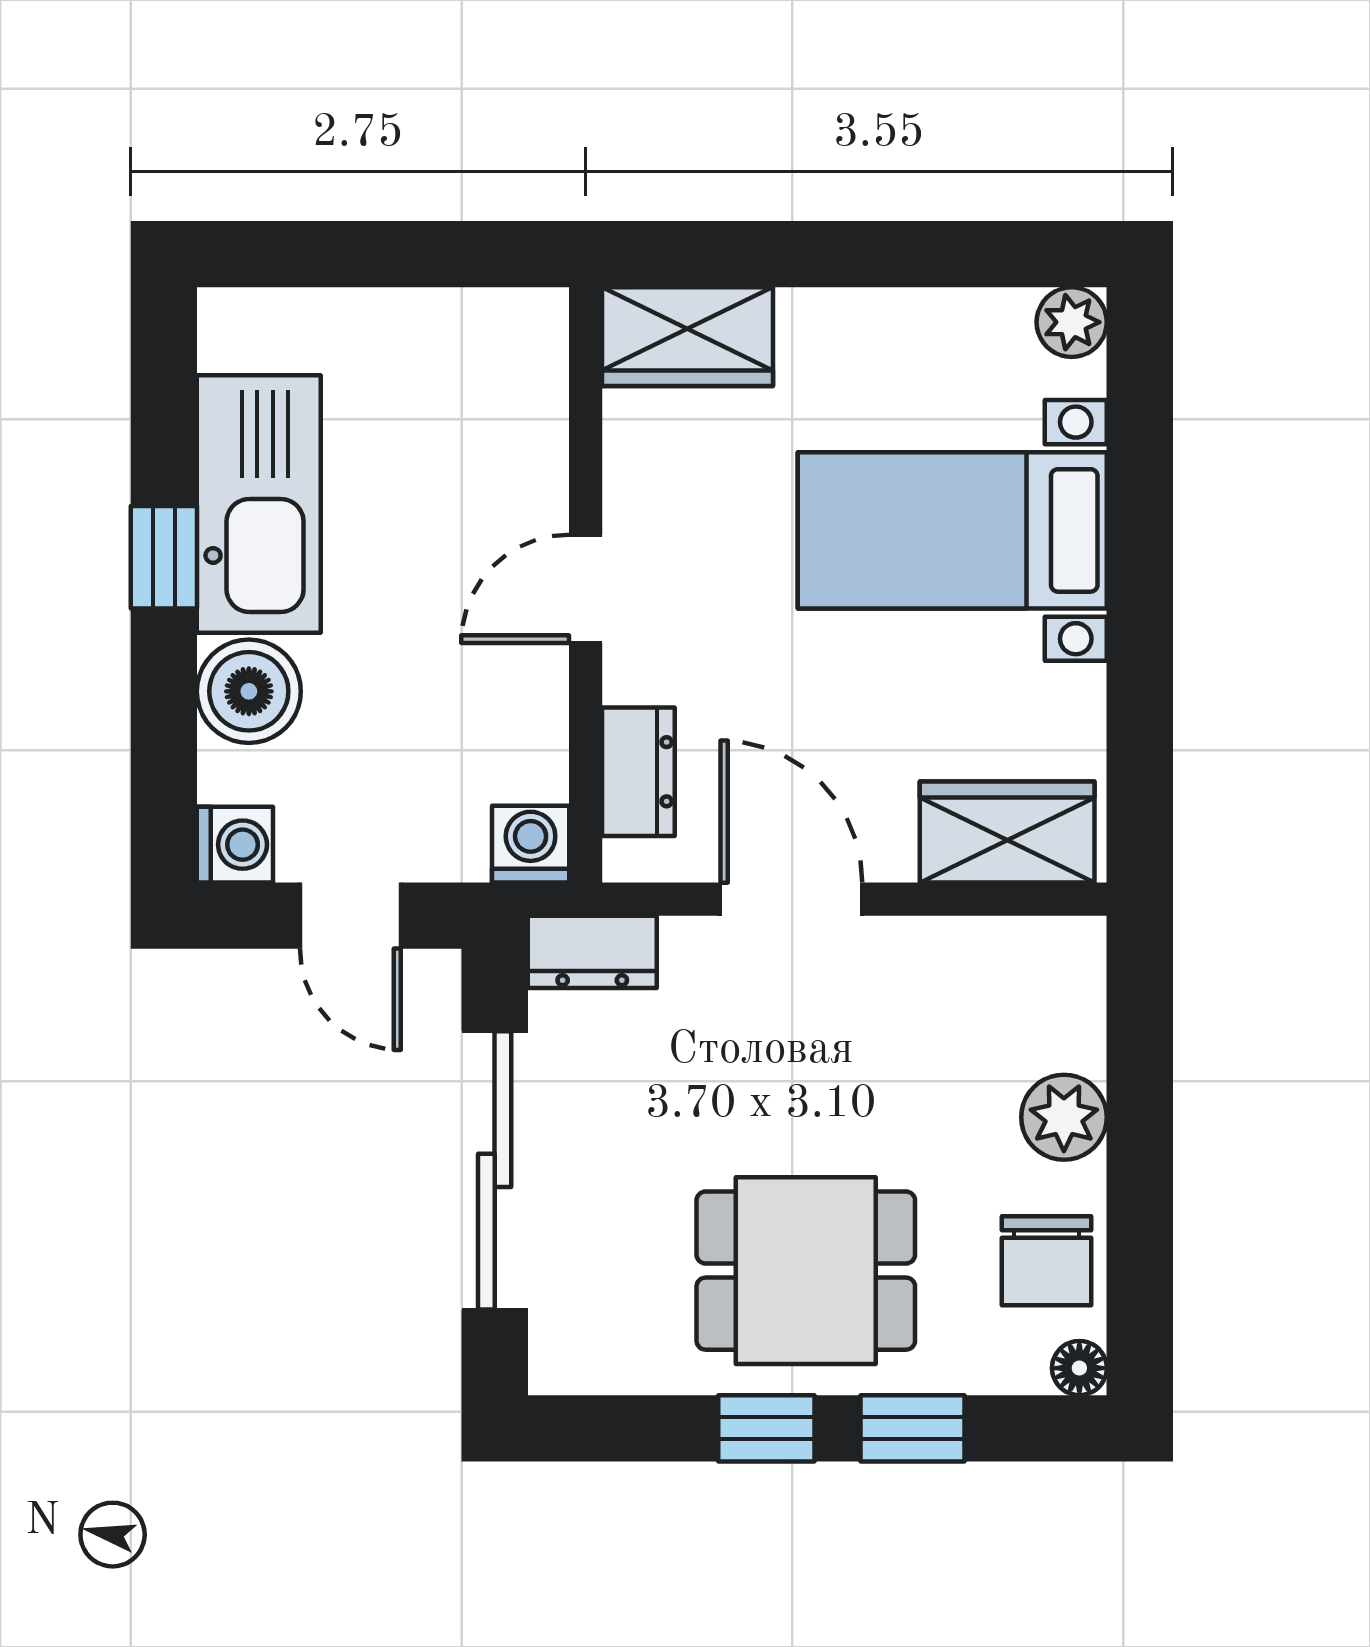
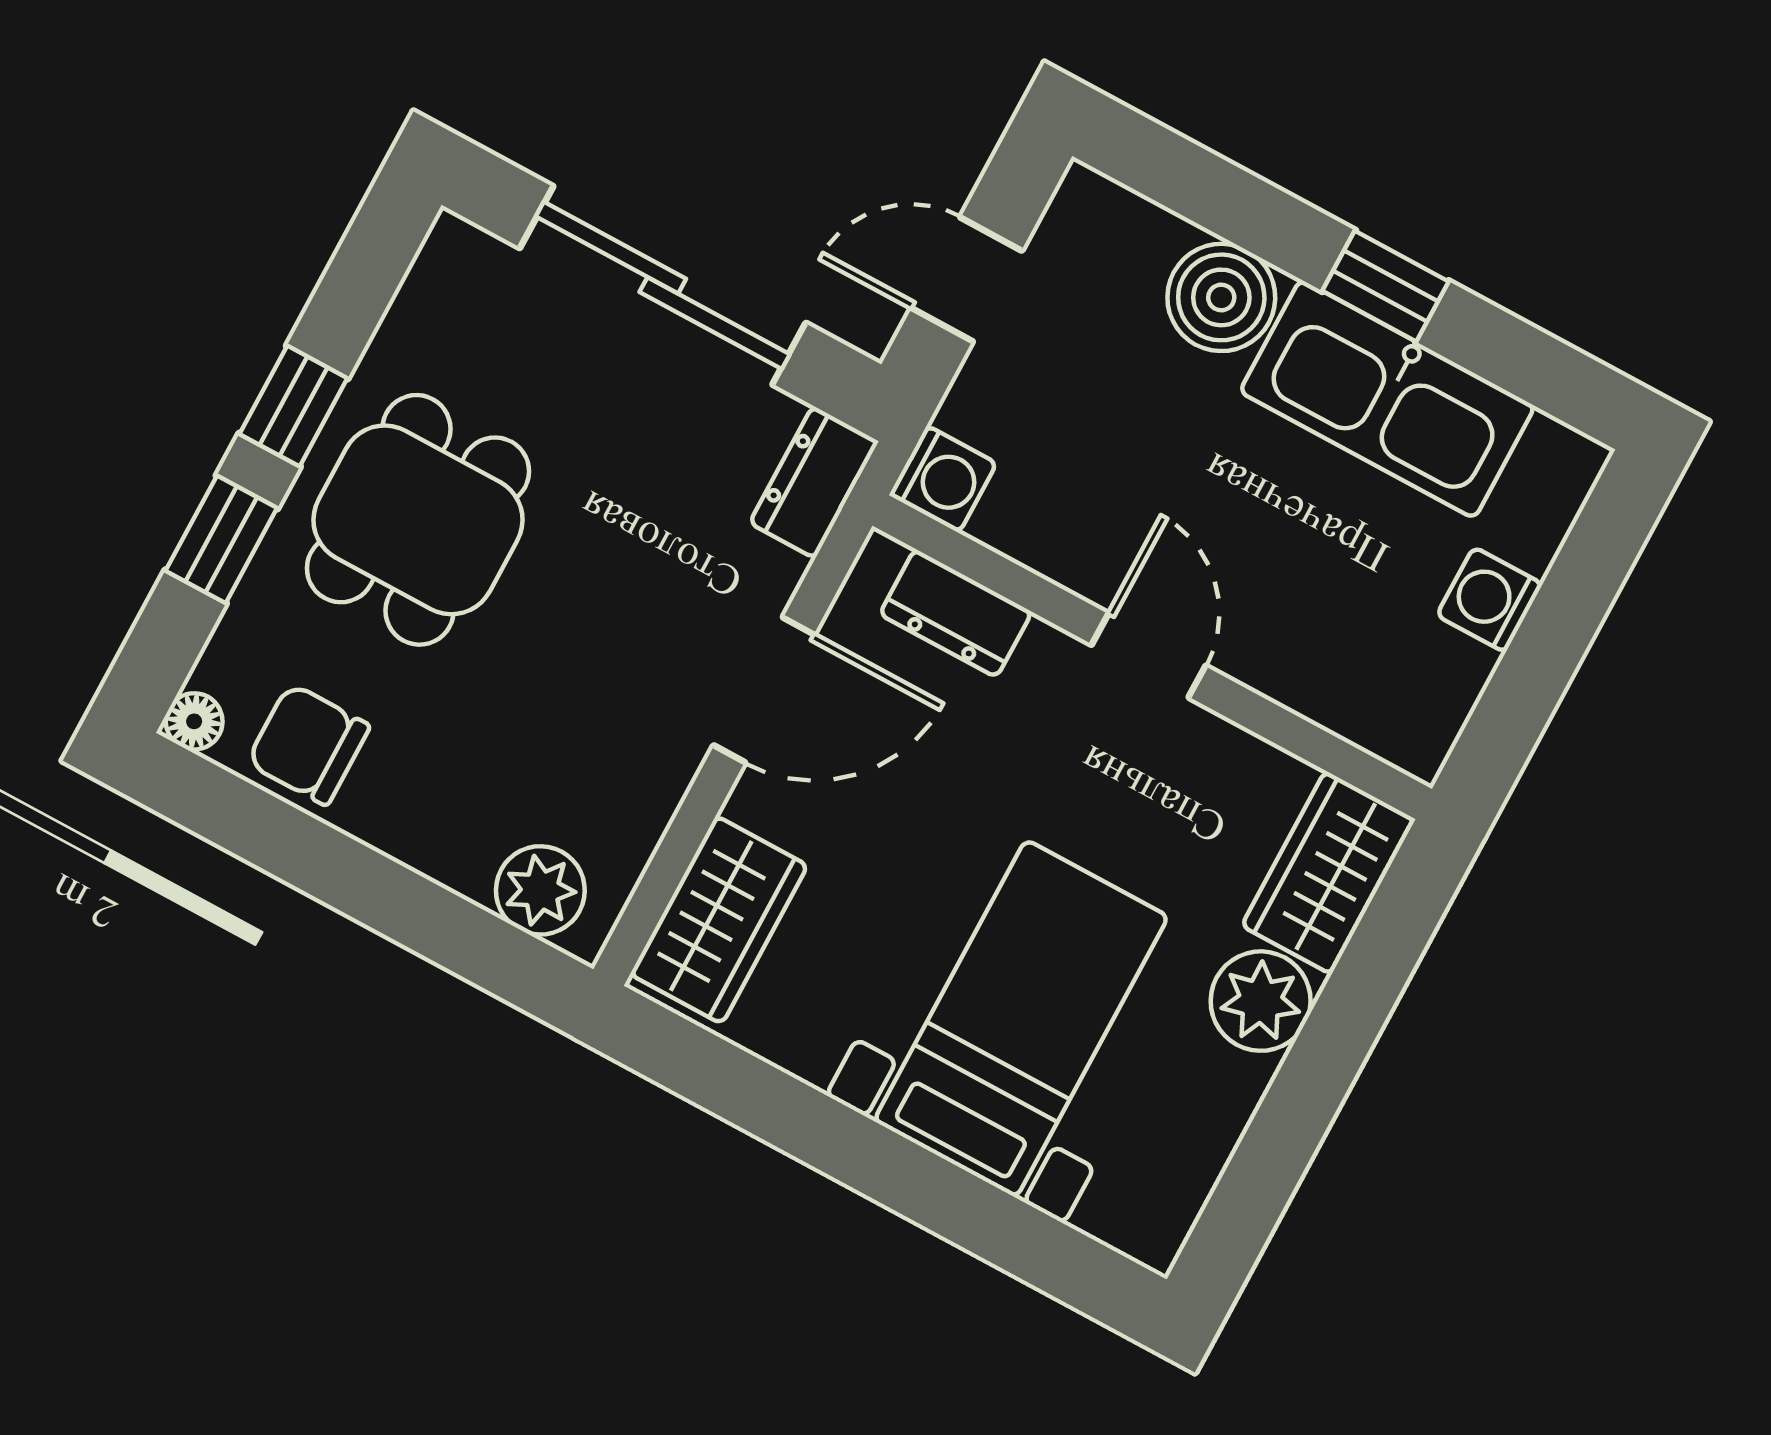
plant: (1072, 322) -> (1261, 1001), moved, width x1.38, depth x1.38
washing machine: (235, 845) -> (1490, 600), moved, turned 90
plant: (1064, 1117) -> (540, 890), moved

